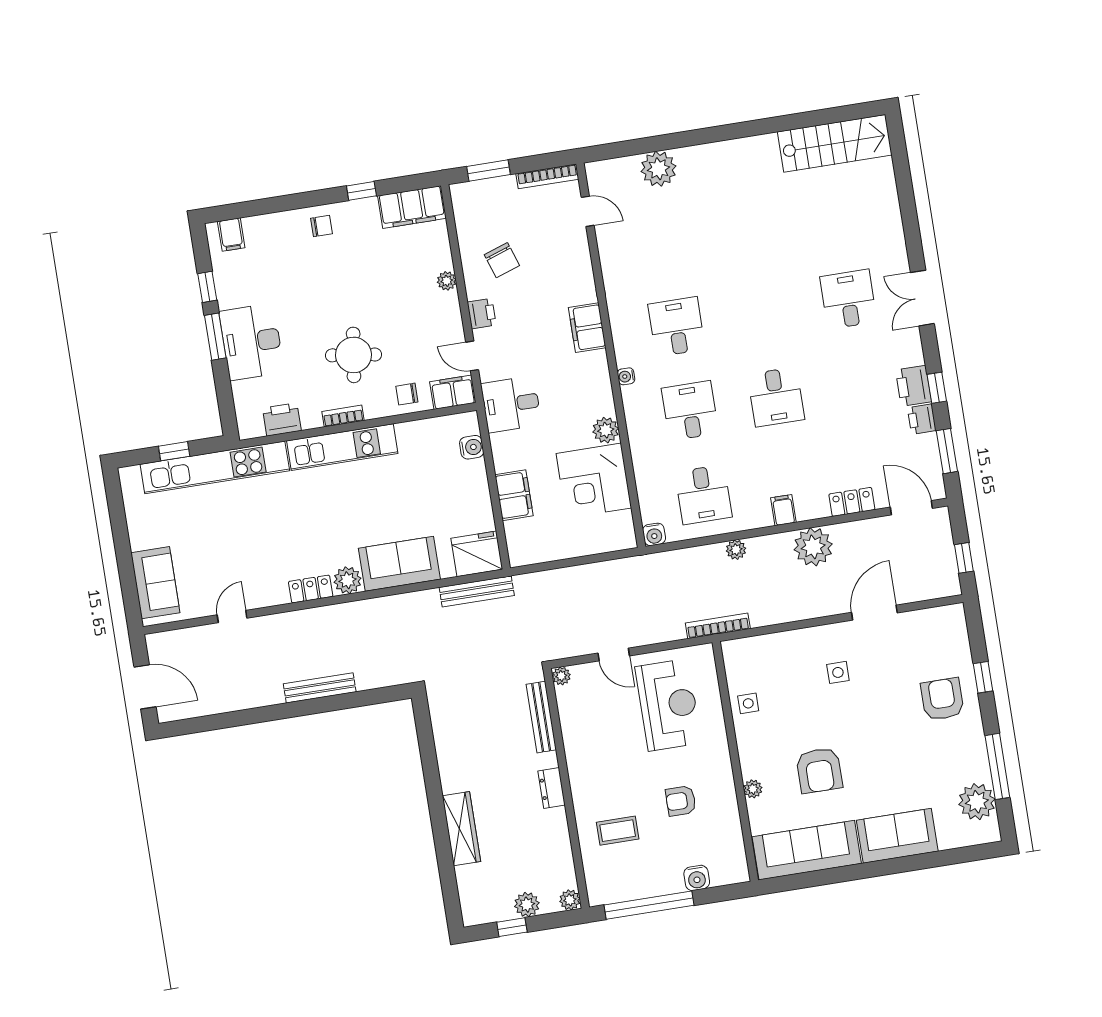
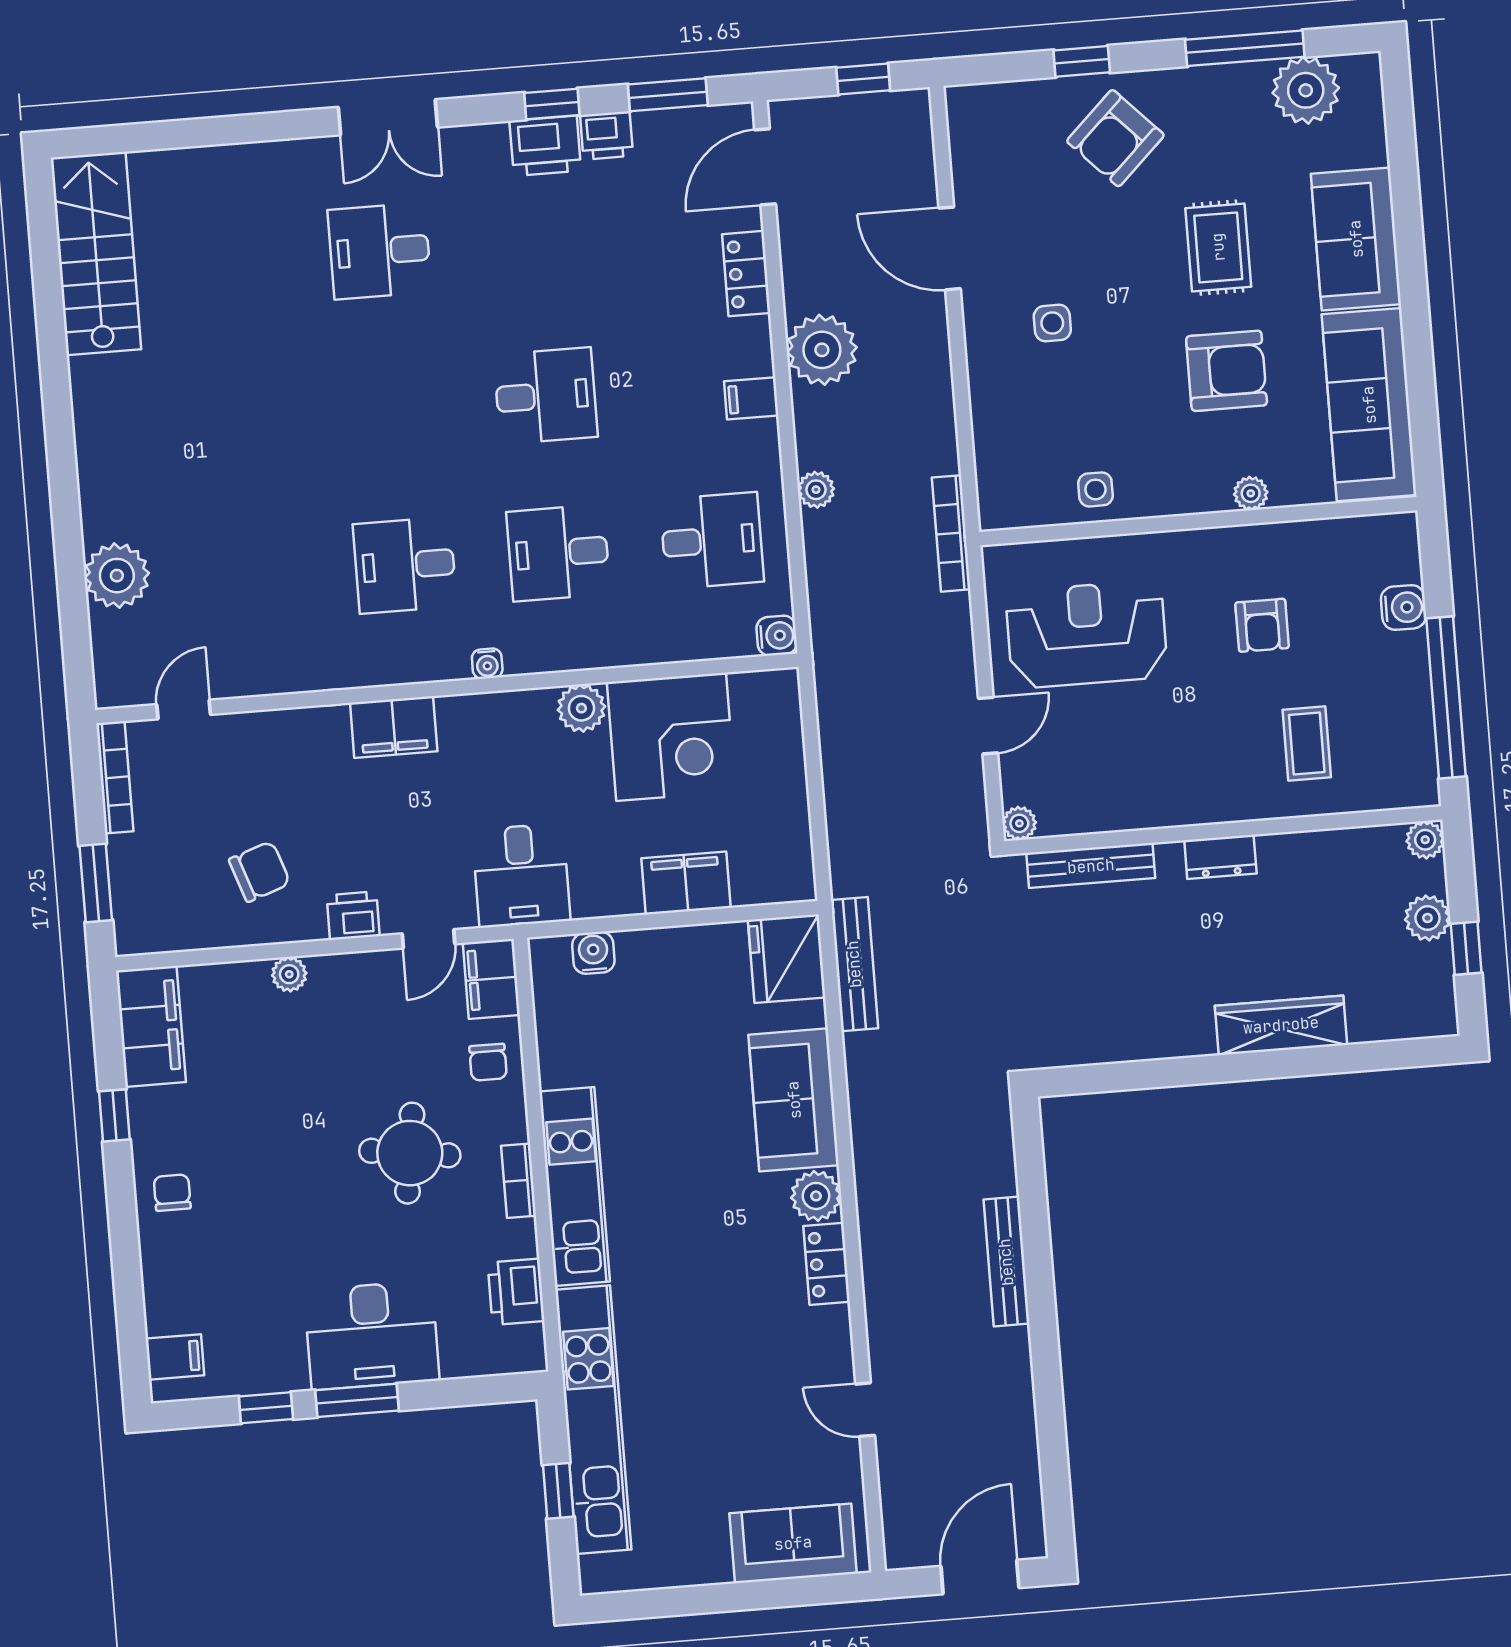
armchair: (942, 699) -> (1115, 138), turned -44
rug: (887, 760) -> (1218, 247), added

